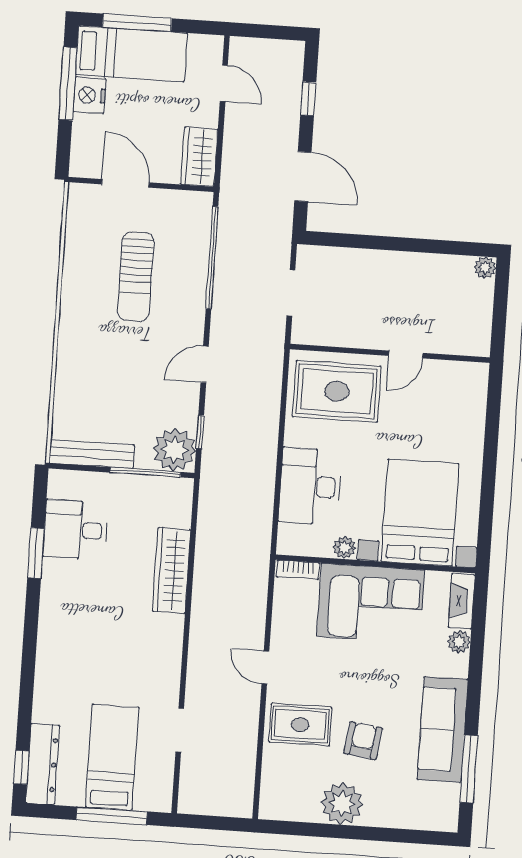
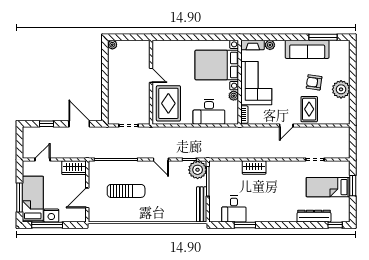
door: (303, 177) -> (79, 124), hinge flipped
wardrobe: (172, 570) -> (254, 167), width x0.67
dresser: (43, 764) -> (314, 216), moved
window: (112, 816) -> (353, 186), width x0.69

